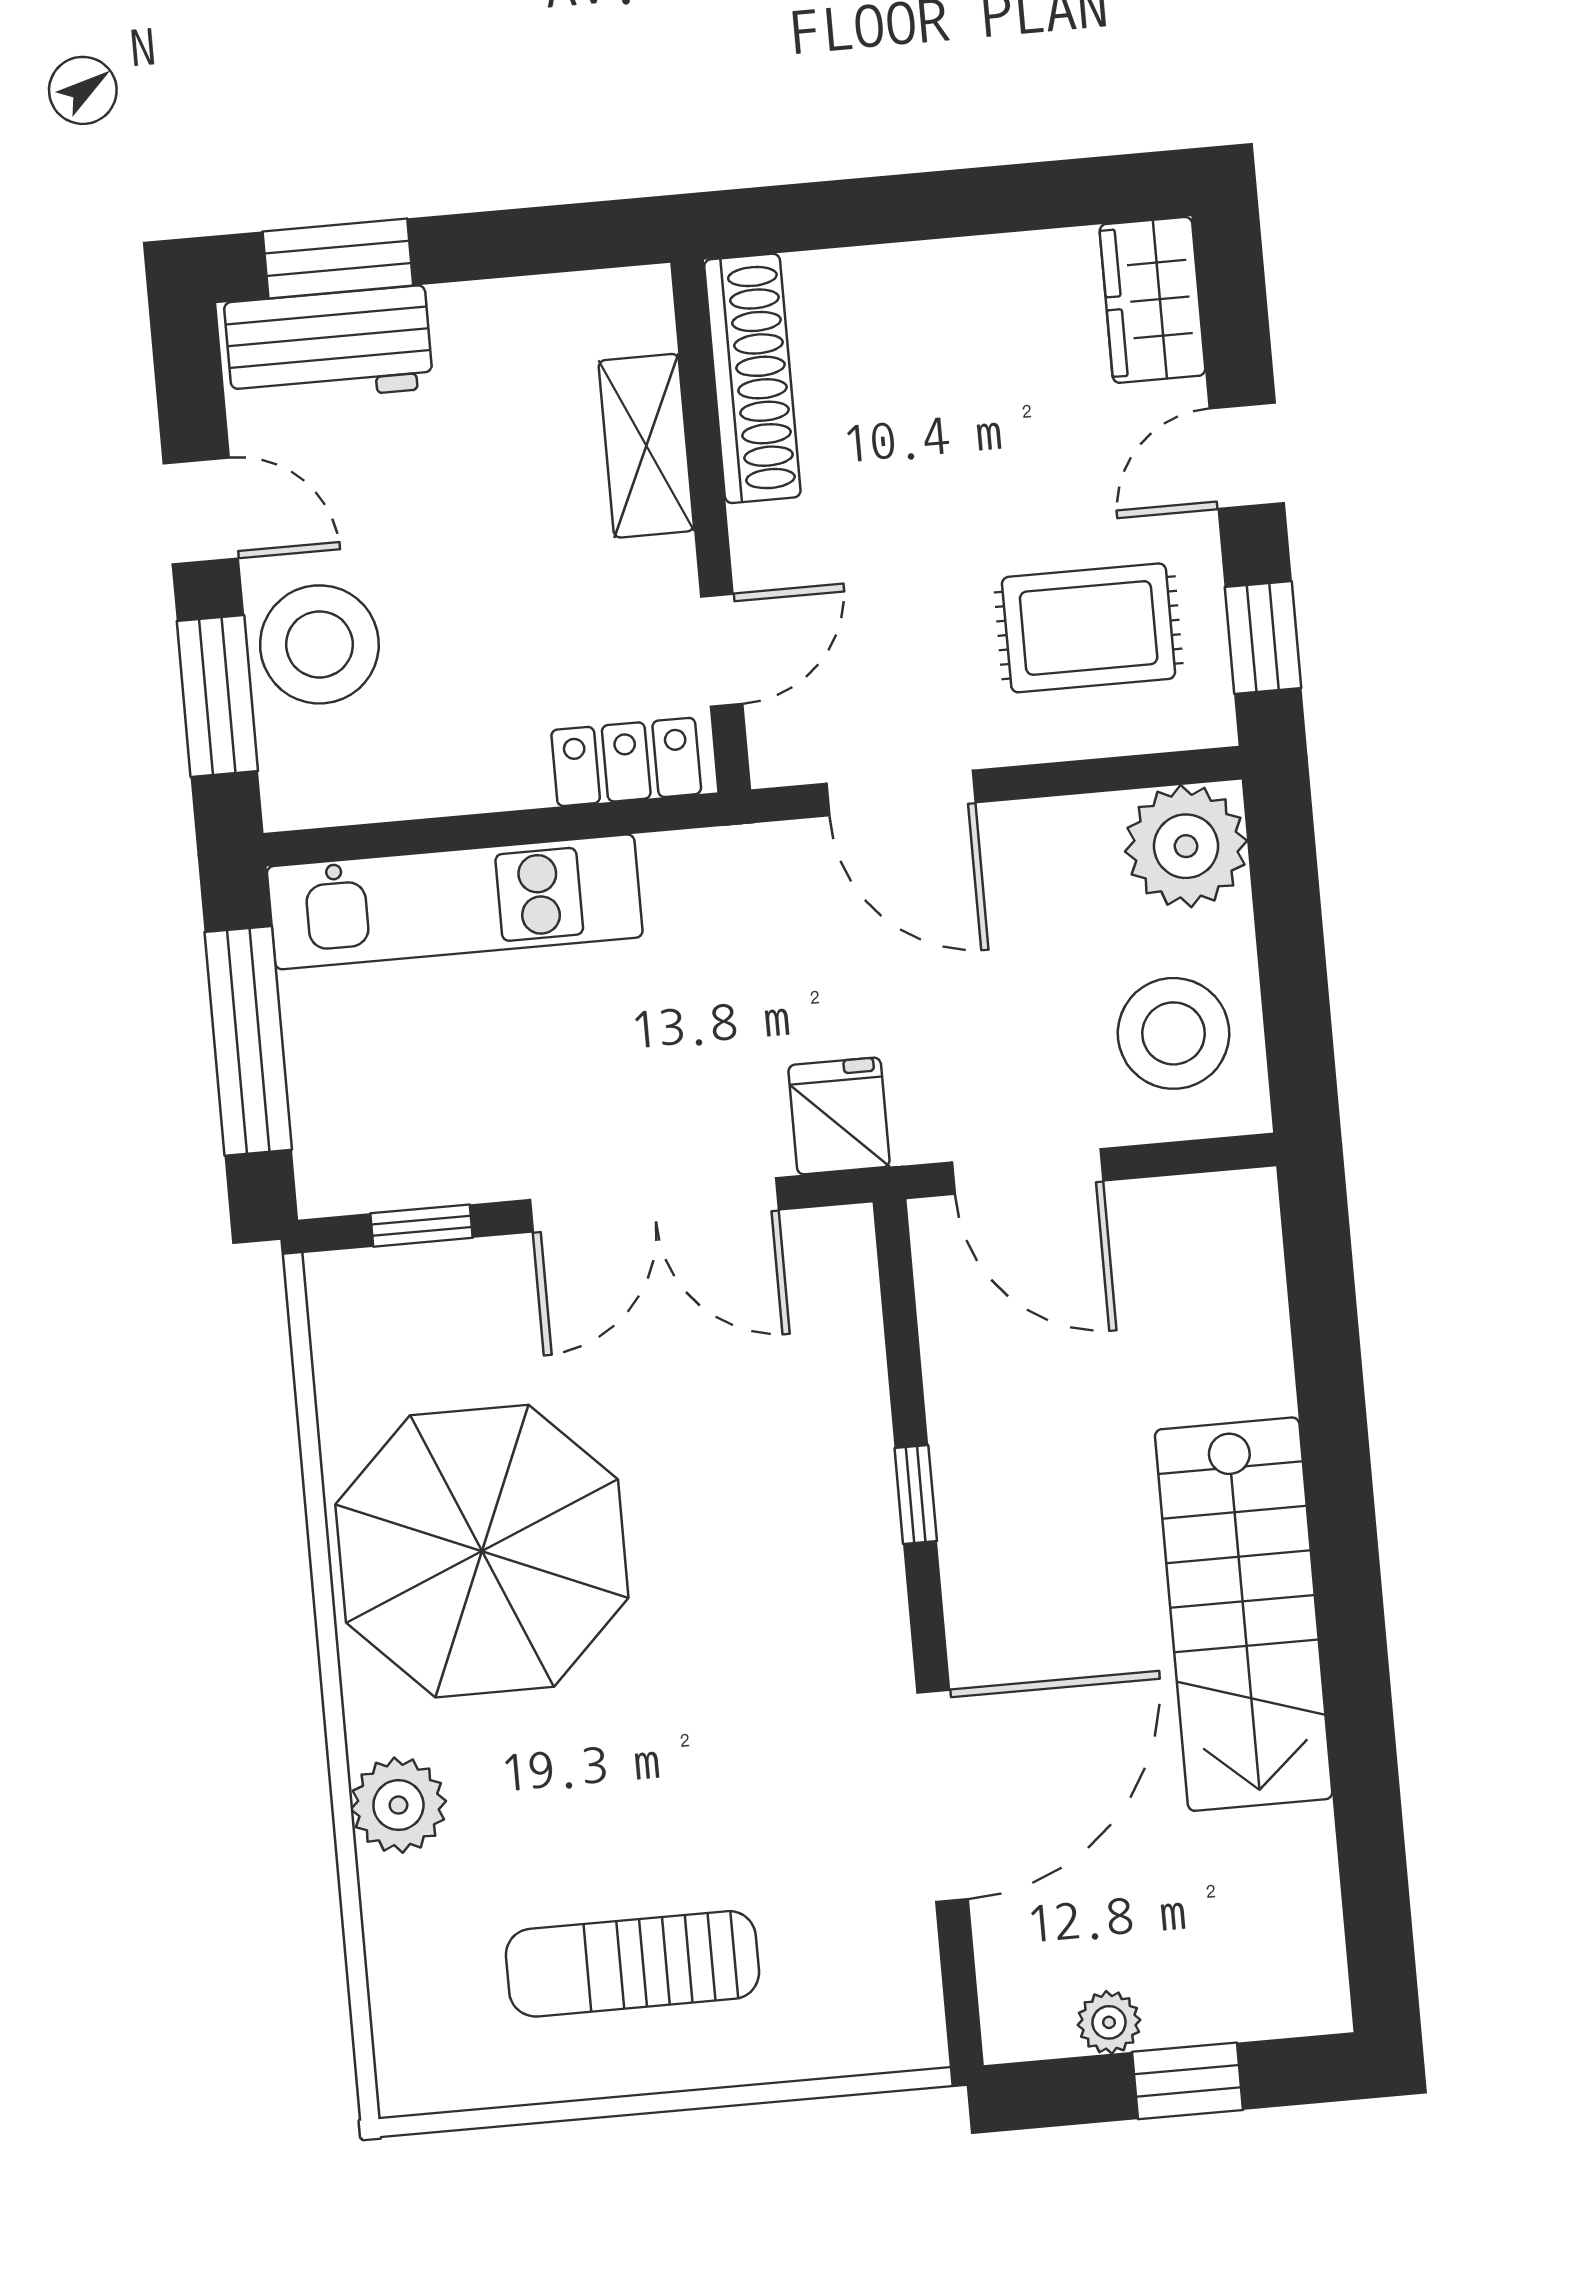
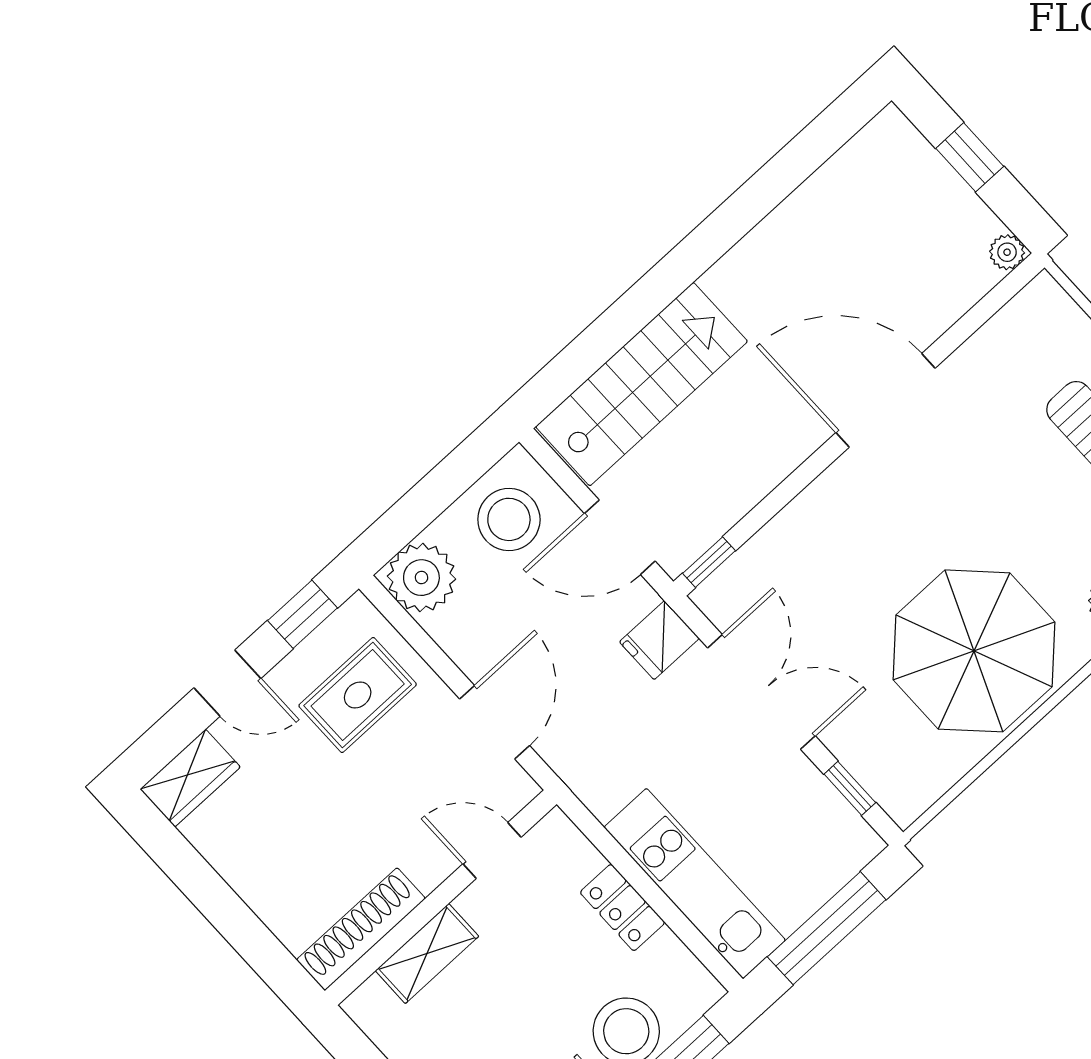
rug: (1089, 628) -> (358, 695), turned 90
locker: (626, 762) -> (622, 908), moved
door: (1028, 1171) -> (620, 537), swing flipped
window: (916, 1495) -> (709, 562), moved
stairs: (1244, 1614) -> (642, 384), moved
door: (943, 1796) -> (885, 400), moved
plant: (1109, 2022) -> (1007, 252), moved

